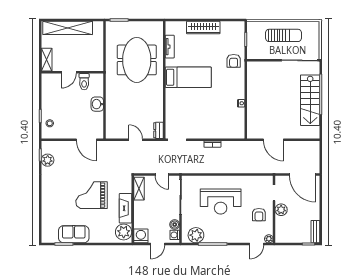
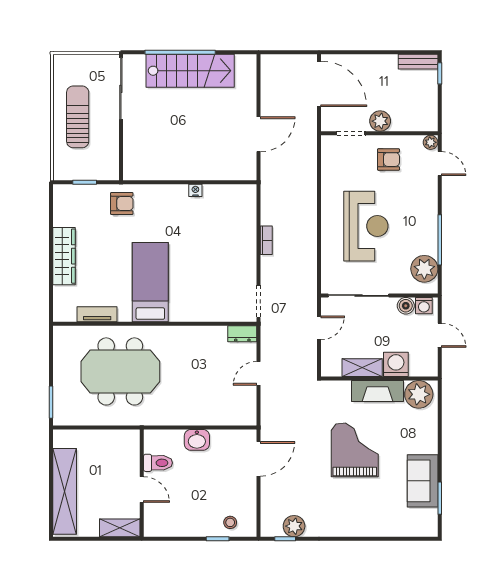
door: (303, 174) -> (319, 84), hinge flipped
shelving: (139, 189) -> (362, 368), moved
grand piano: (92, 195) -> (355, 450), turned 180
washing machine: (141, 236) -> (396, 364), moved, turned 90

